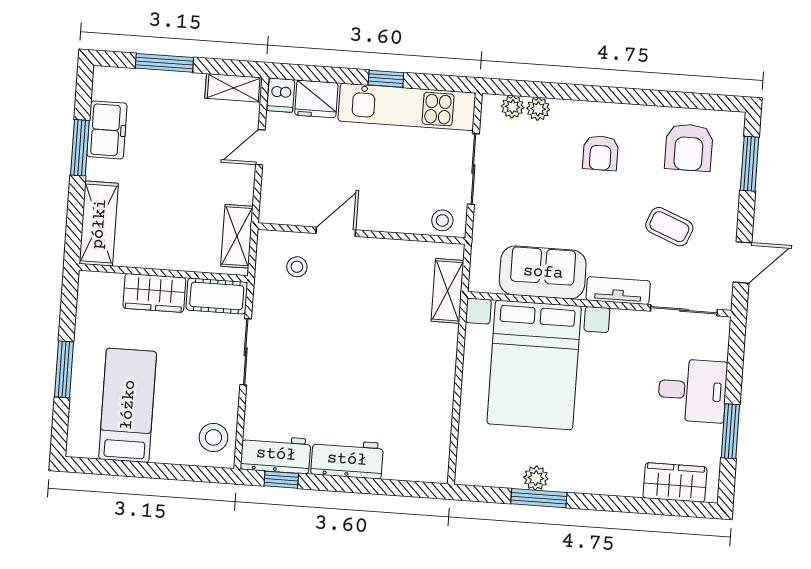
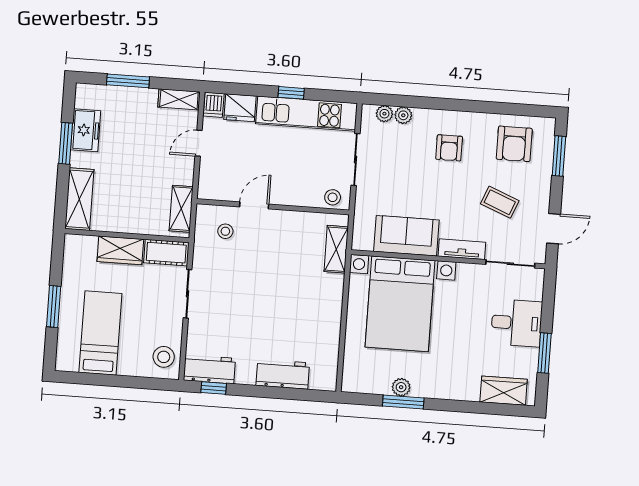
workbench: (347, 459) -> (283, 374), moved

